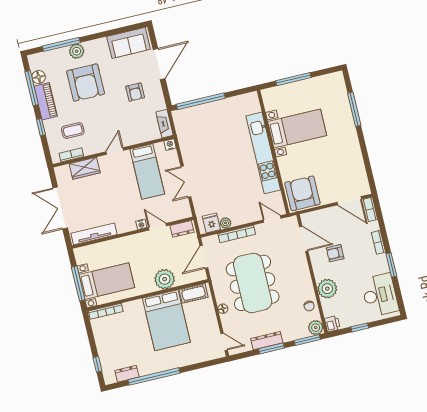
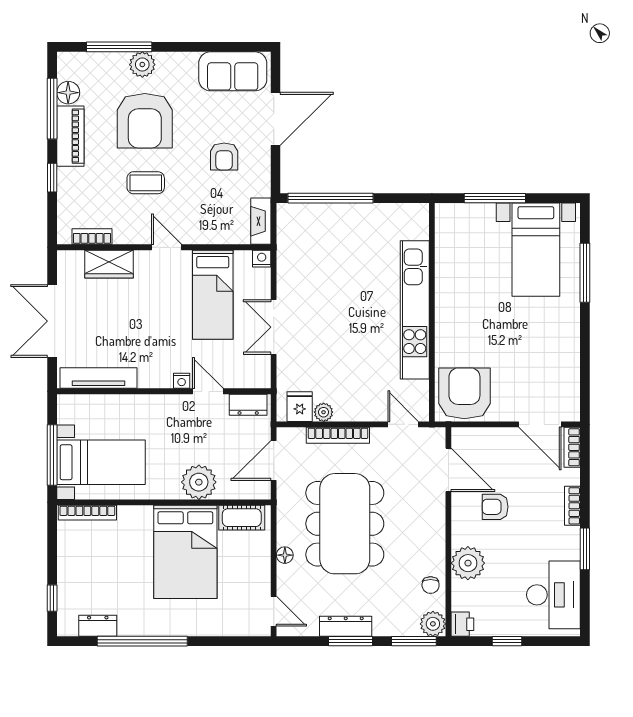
bed with nightstands: (297, 128) -> (536, 250), moved, turned 90
coffee table: (73, 130) -> (146, 183), moved
door: (115, 151) -> (167, 247), hinge flipped

